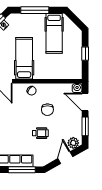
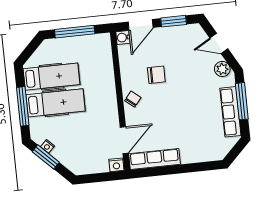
window: (85, 54) -> (75, 32), width x2.17
hospital bed: (24, 58) -> (56, 103), moved, turned 180
wheelchair: (40, 133) -> (189, 81), removed
plant: (73, 143) -> (222, 69), moved

